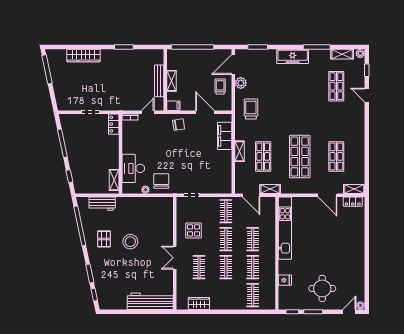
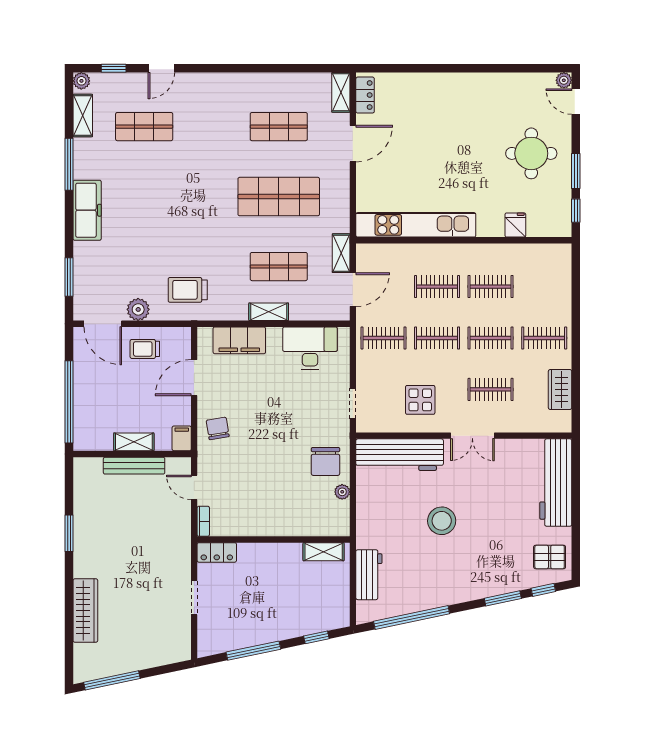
desk: (133, 168) -> (310, 348), moved, turned 180
chair: (161, 181) -> (326, 461), turned -90
workbench: (165, 220) -> (400, 455), added
pallet: (104, 239) -> (550, 557), moved
clothes rail: (253, 295) -> (544, 338), moved

